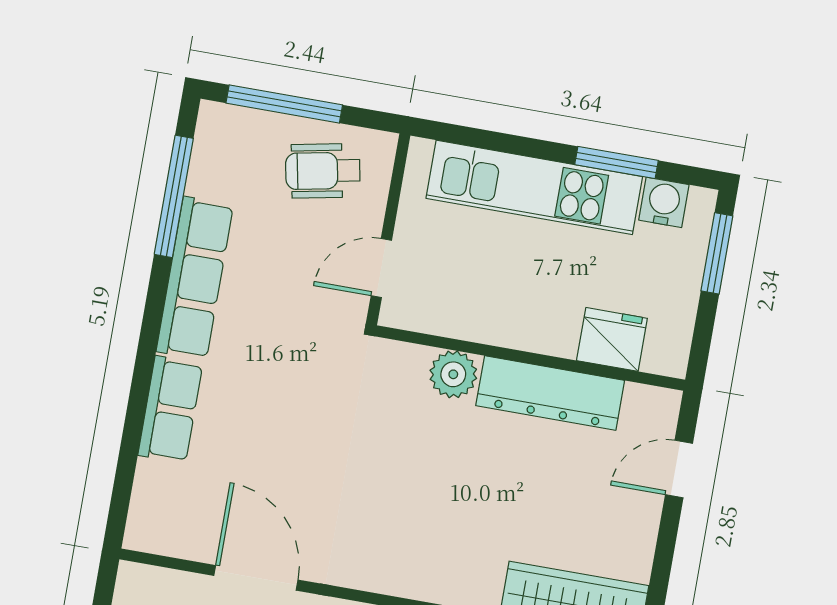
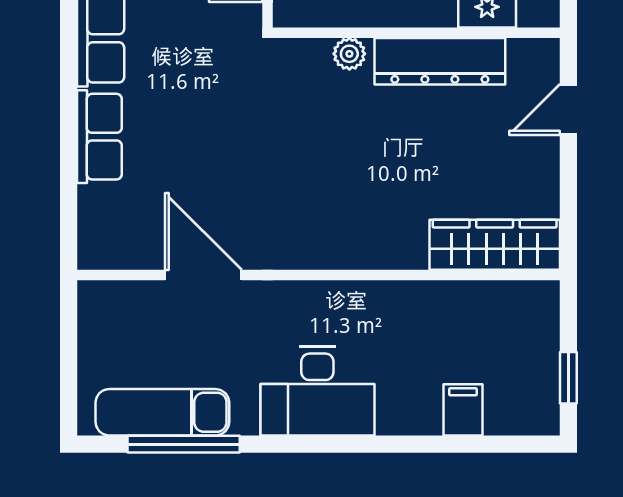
plant: (453, 374) -> (349, 54), width x0.73, depth x0.73

